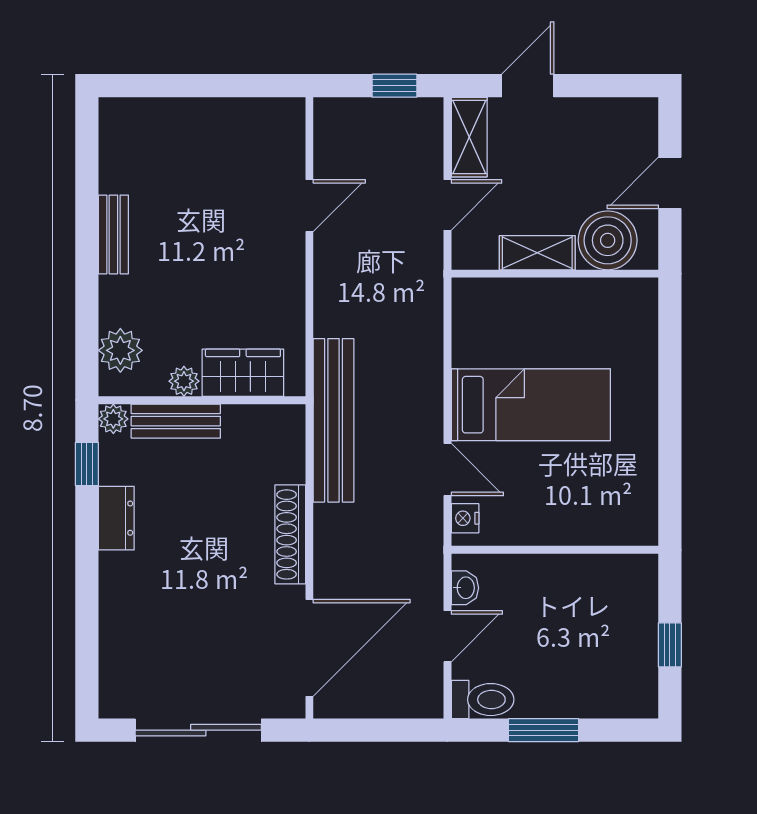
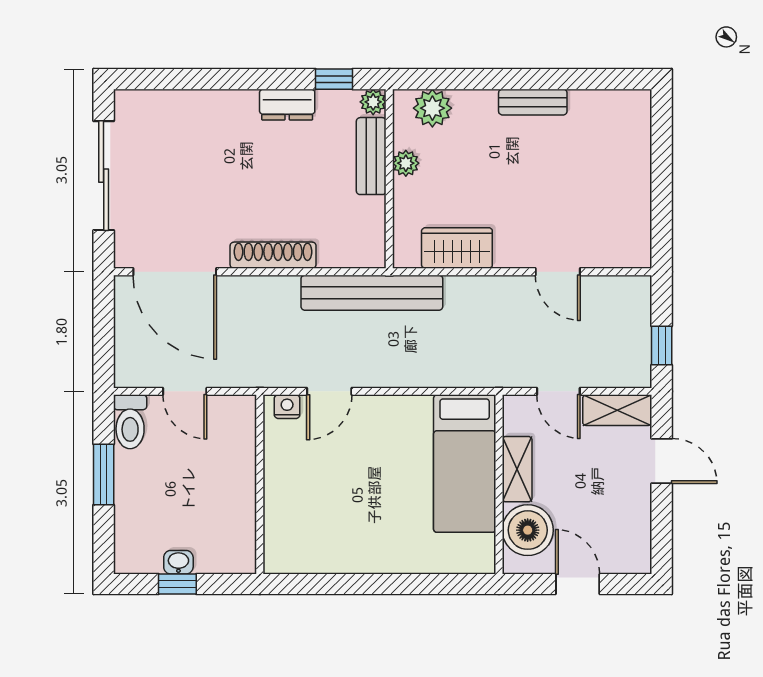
wardrobe: (243, 373) -> (457, 248), moved, turned -90
bed: (531, 405) -> (465, 464), moved
washbasin: (465, 588) -> (178, 562), moved, turned 180

